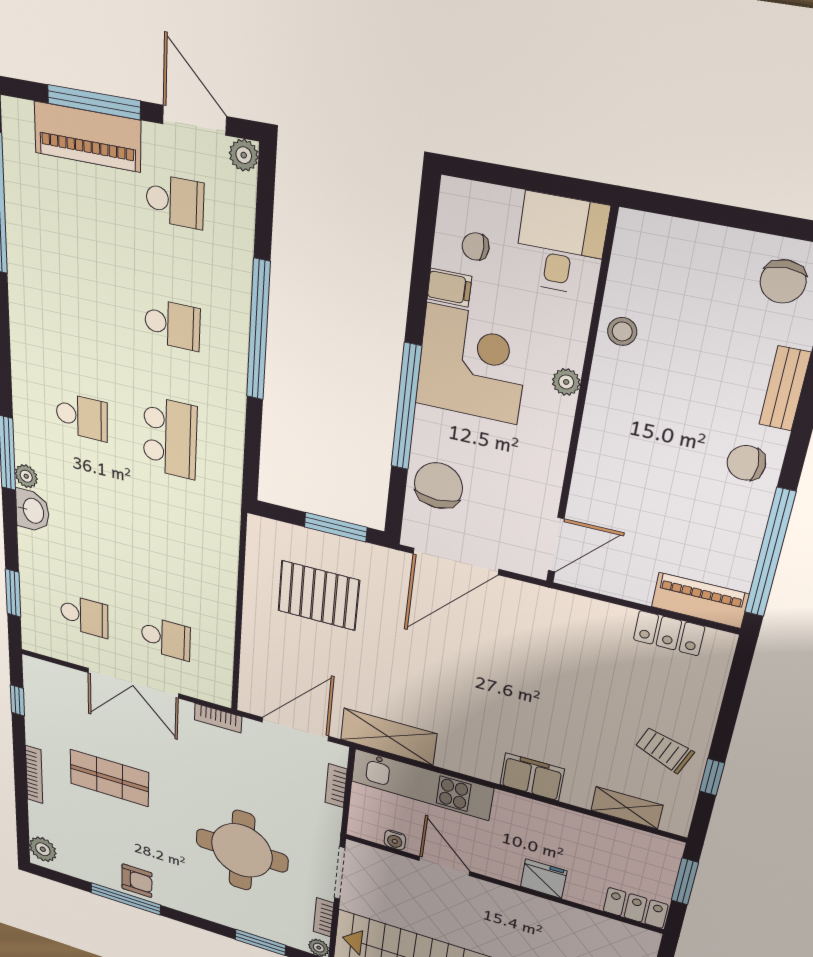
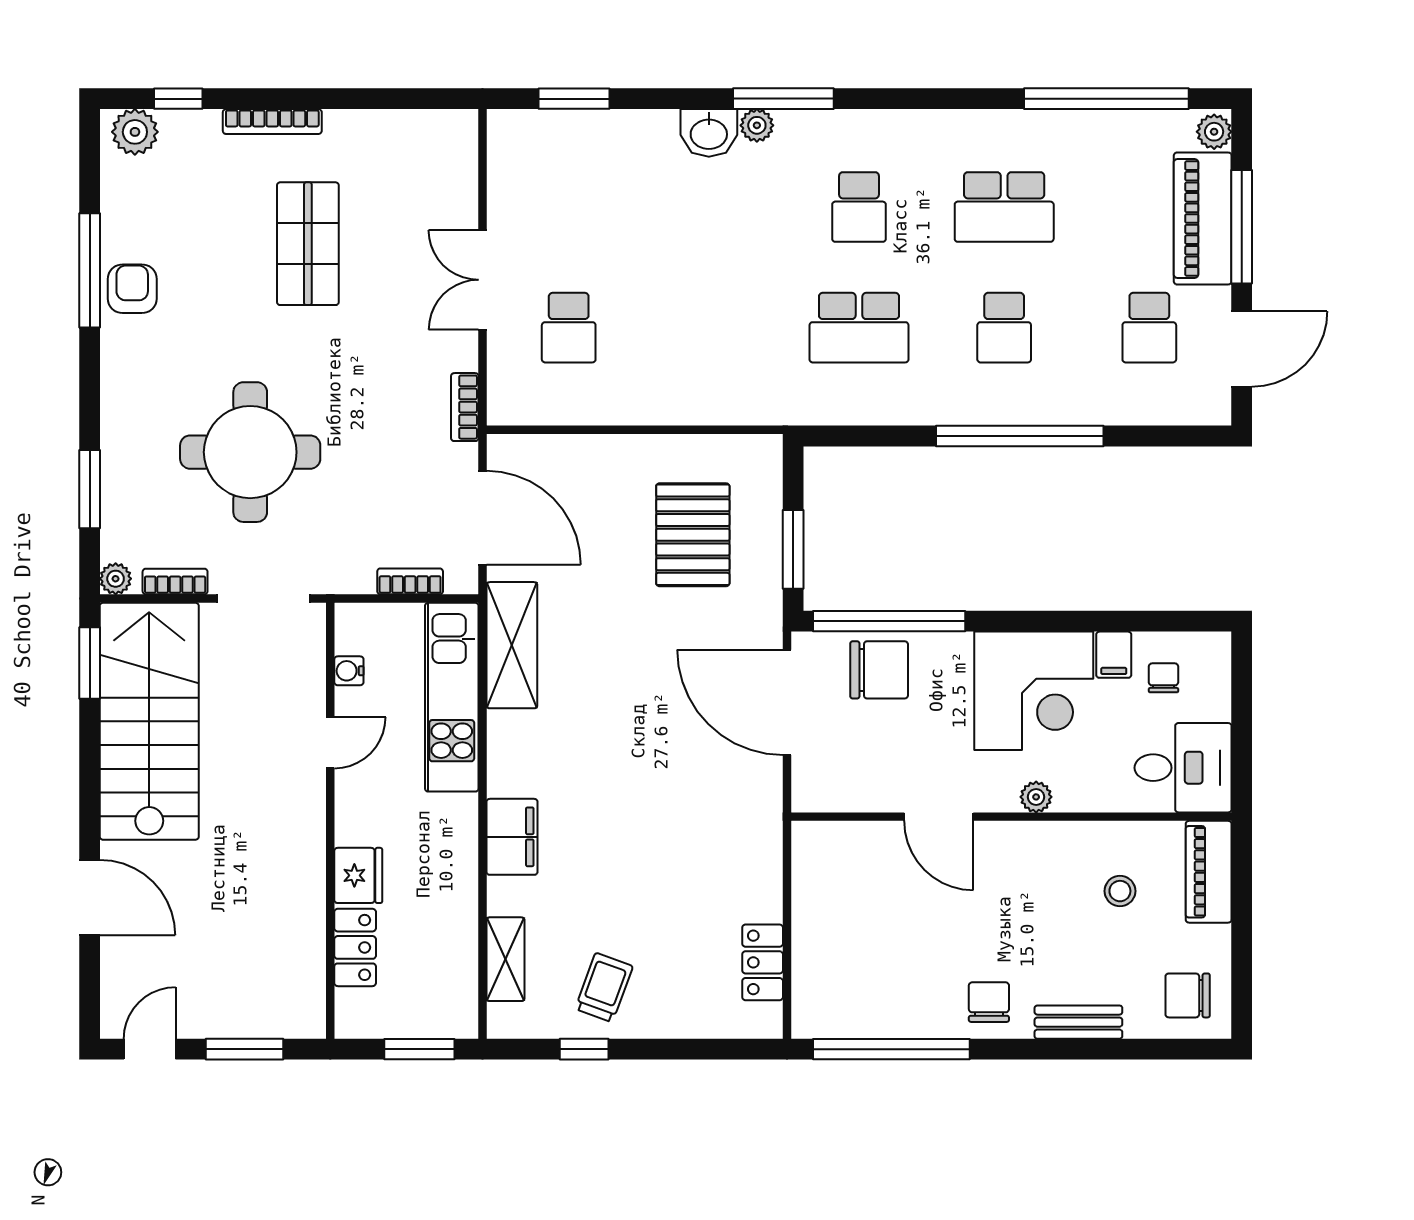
plant: (244, 155) -> (1214, 132), moved
stool: (622, 331) -> (1120, 891), moved
window: (406, 407) -> (889, 621), moved
door: (556, 545) -> (939, 817), moved
piano: (700, 600) -> (1209, 872), moved, turned 180
school desk: (84, 616) -> (1004, 207), moved, width x1.85
double door: (133, 683) -> (483, 280), width x0.73
window: (17, 700) -> (178, 99), moved
door: (444, 866) -> (330, 743), width x0.73
armchair: (137, 881) -> (132, 289), turned 180
locker: (635, 908) -> (355, 947), moved

